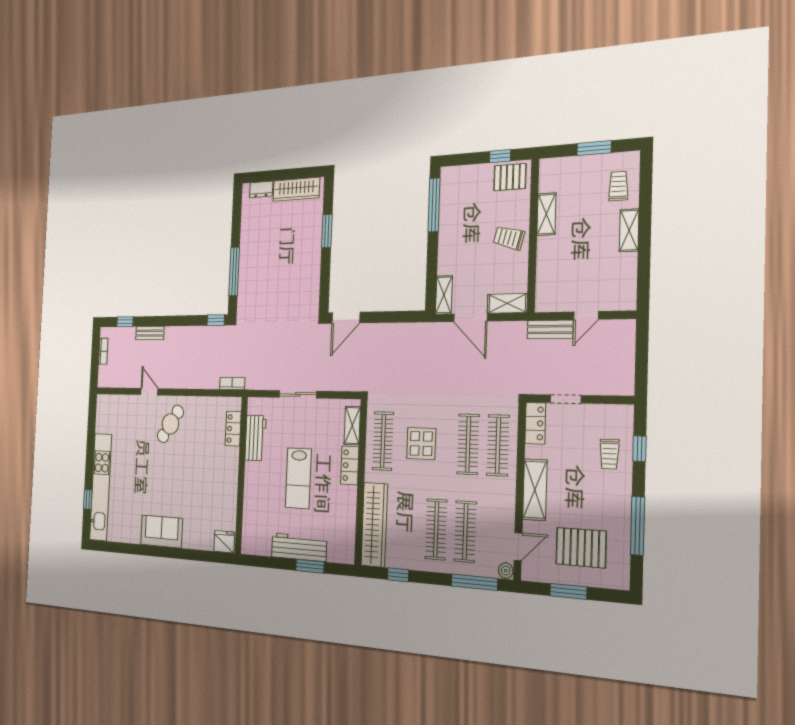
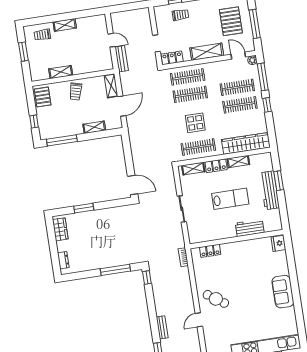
window: (500, 156) -> (34, 121), moved
wardrobe: (296, 189) -> (60, 229), width x0.67
shelving: (444, 295) -> (94, 127), moved
workbench: (255, 438) -> (250, 228), moved
shelving: (349, 505) -> (238, 162), added
window: (398, 575) -> (267, 105), moved
window: (568, 591) -> (255, 24), width x1.44

